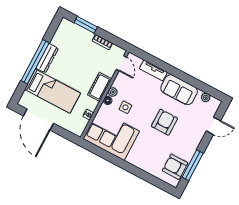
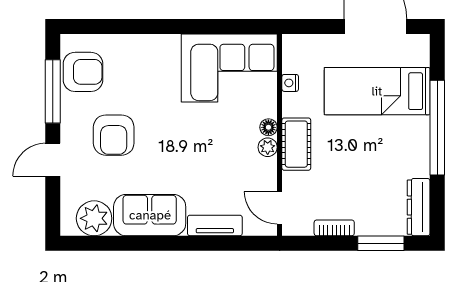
dresser: (47, 58) -> (419, 207), moved
plant: (206, 98) -> (94, 218), width x1.87, depth x1.87
side table: (125, 107) -> (230, 132), removed
armchair: (164, 122) -> (114, 135), moved
door: (213, 126) -> (53, 160), moved

